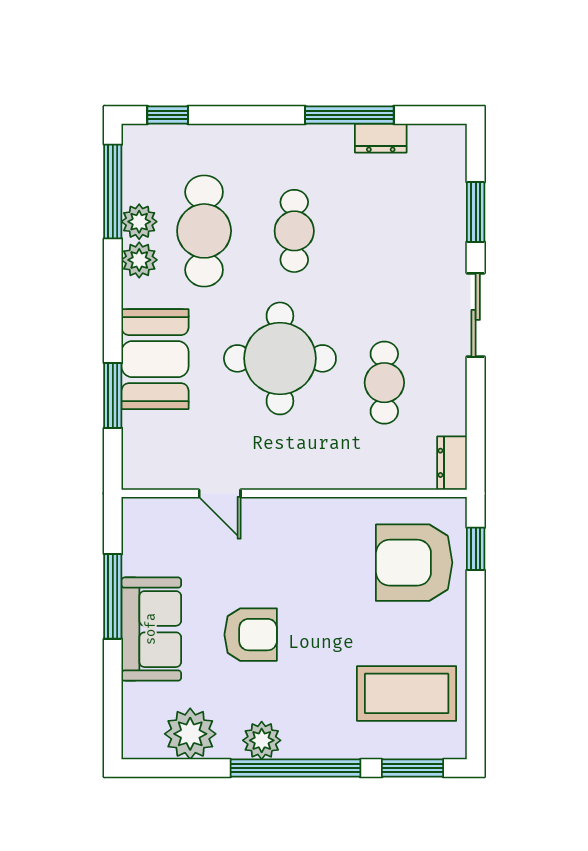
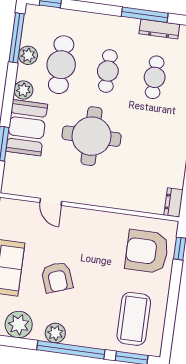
dresser: (381, 138) -> (159, 29), width x1.44
plant: (139, 260) -> (23, 90), moved
cafe table: (384, 383) -> (155, 77), moved
armchair: (251, 635) -> (57, 277), turned 70
coffee table: (407, 693) -> (134, 319), turned 90

